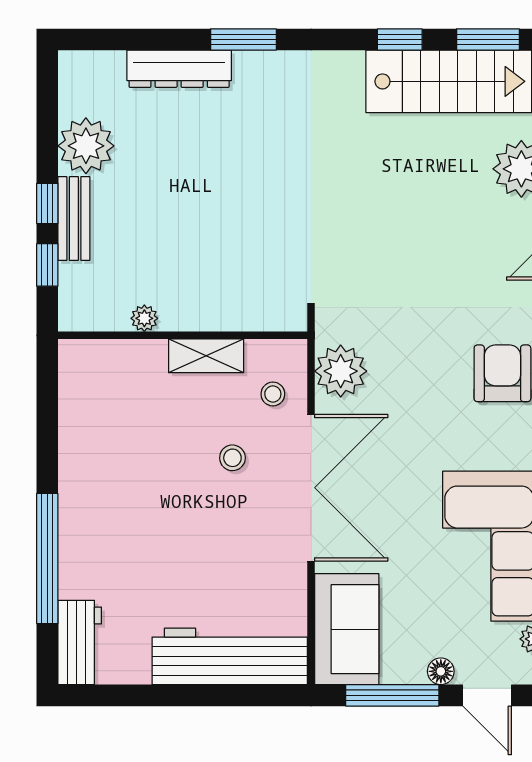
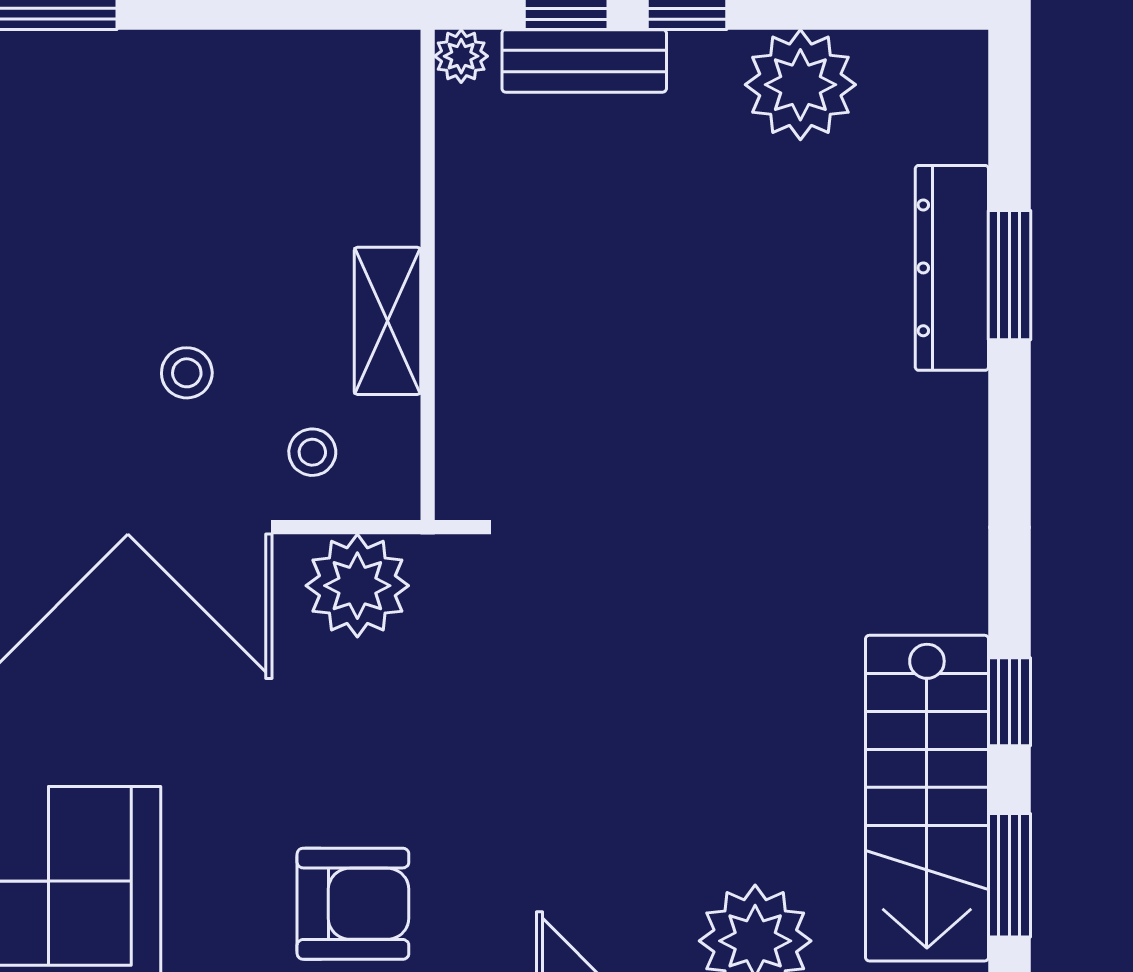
window: (243, 39) -> (1009, 275), moved
bench: (74, 218) -> (584, 61), moved
plant: (144, 318) -> (461, 56), moved

